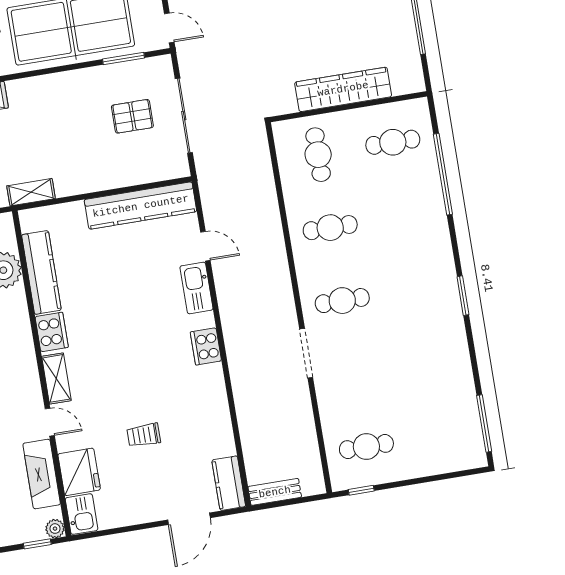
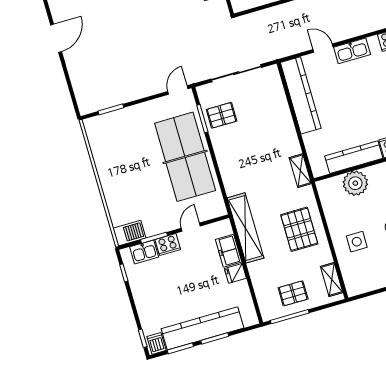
pallet: (132, 116) -> (222, 115), moved, turned 90
door: (205, 246) -> (323, 48), hinge flipped

